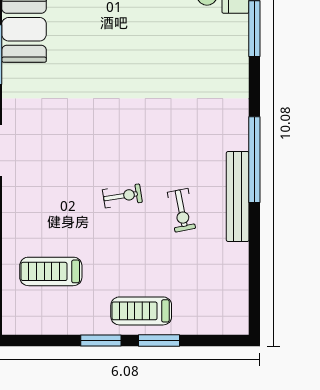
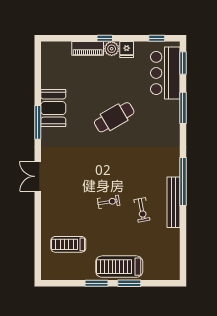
cafe table: (132, 46) -> (114, 117), added
treadmill: (141, 311) -> (119, 267), width x1.37, depth x1.38

